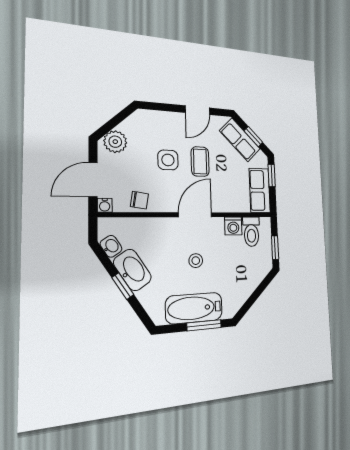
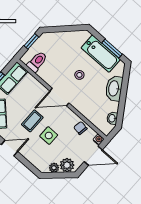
plant: (128, 126) -> (54, 168), added
washing machine: (233, 226) -> (44, 74), removed
washbasin: (132, 270) -> (114, 88), moved
window: (123, 286) -> (123, 96), removed
window: (204, 325) -> (112, 48), moved

